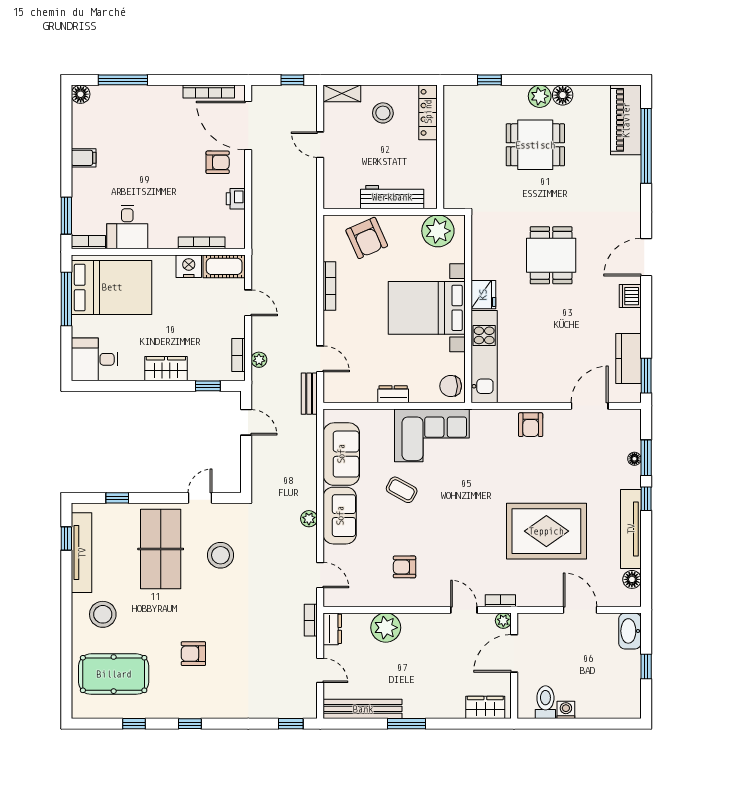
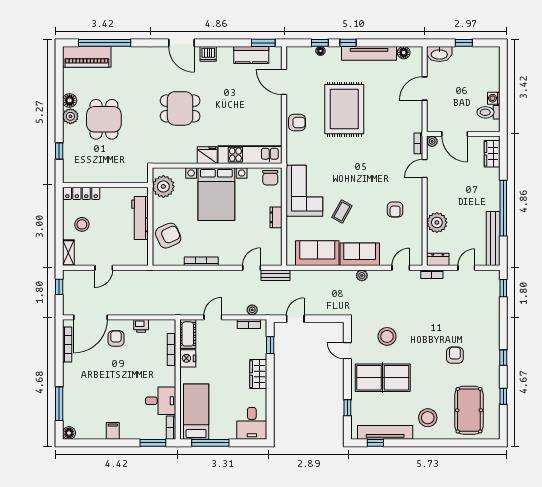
bed: (112, 287) -> (196, 412), width x0.67
window: (646, 458) -> (320, 43), width x0.67
rug: (546, 531) -> (344, 109), moved
armchair: (193, 654) -> (455, 355), turned 180
window: (407, 724) -> (503, 208), width x2.11

